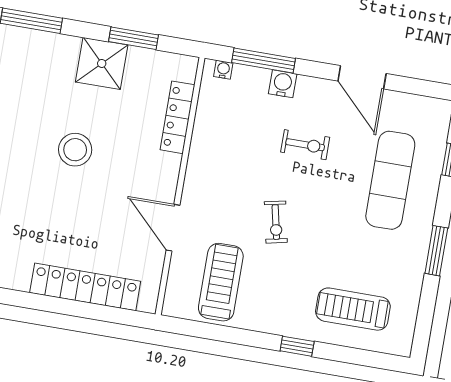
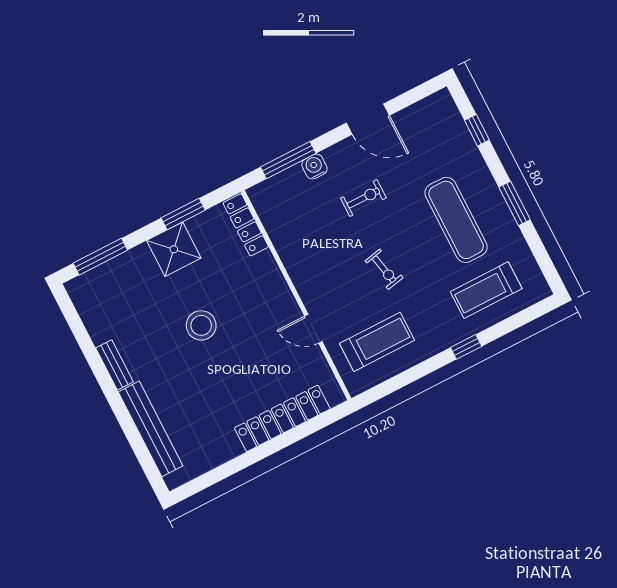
water cooler: (223, 70) -> (264, 188), removed
locker: (177, 117) -> (246, 225), moved
exercise mat: (390, 180) -> (456, 220), moved
door: (173, 228) -> (313, 329), width x0.73
treadmill: (221, 282) -> (377, 342), turned 90

